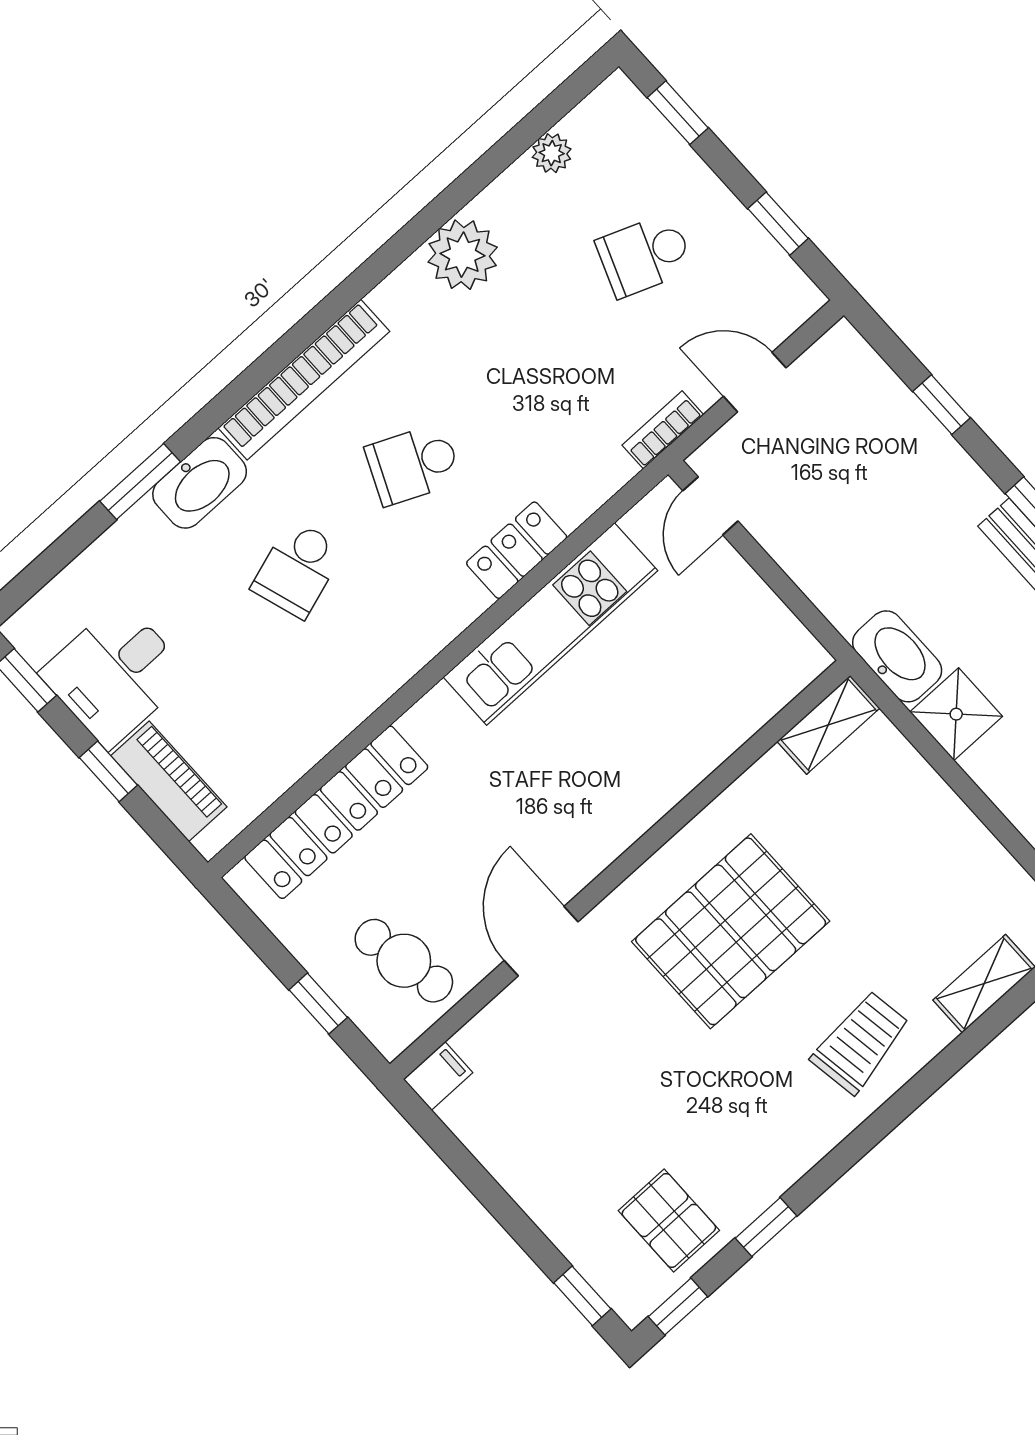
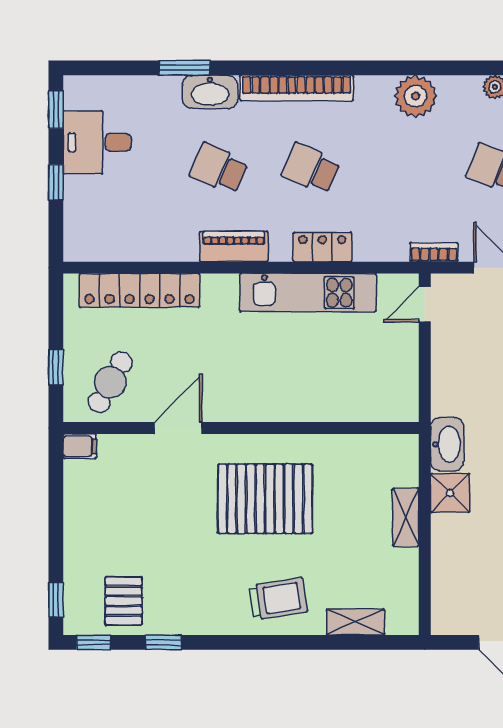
school desk: (298, 569) -> (219, 168), turned 42
shelving: (828, 725) -> (406, 517), moved, turned 90
piano: (169, 781) -> (234, 246), moved, turned -90
cafe table: (404, 961) -> (110, 382), turned 40

